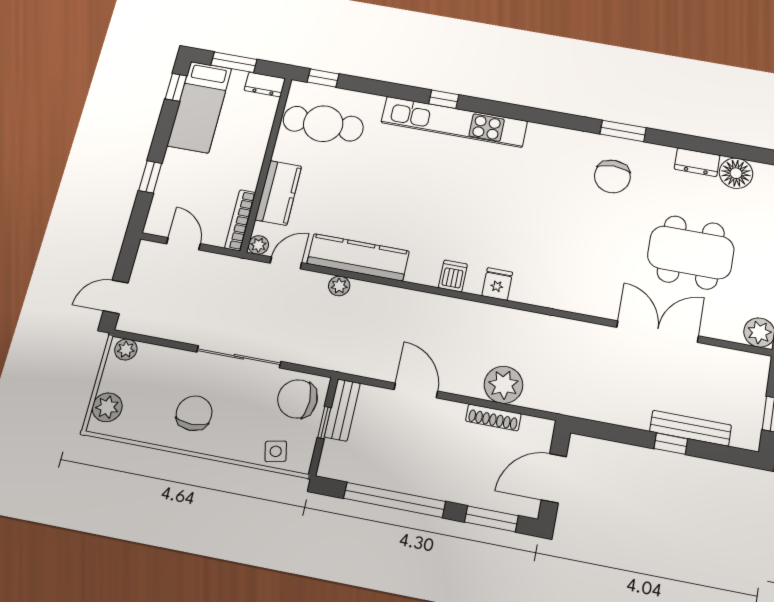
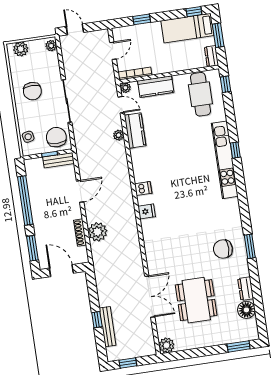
kitchen counter: (358, 257) -> (135, 131), width x0.67
chair: (194, 413) -> (32, 91), turned 90

